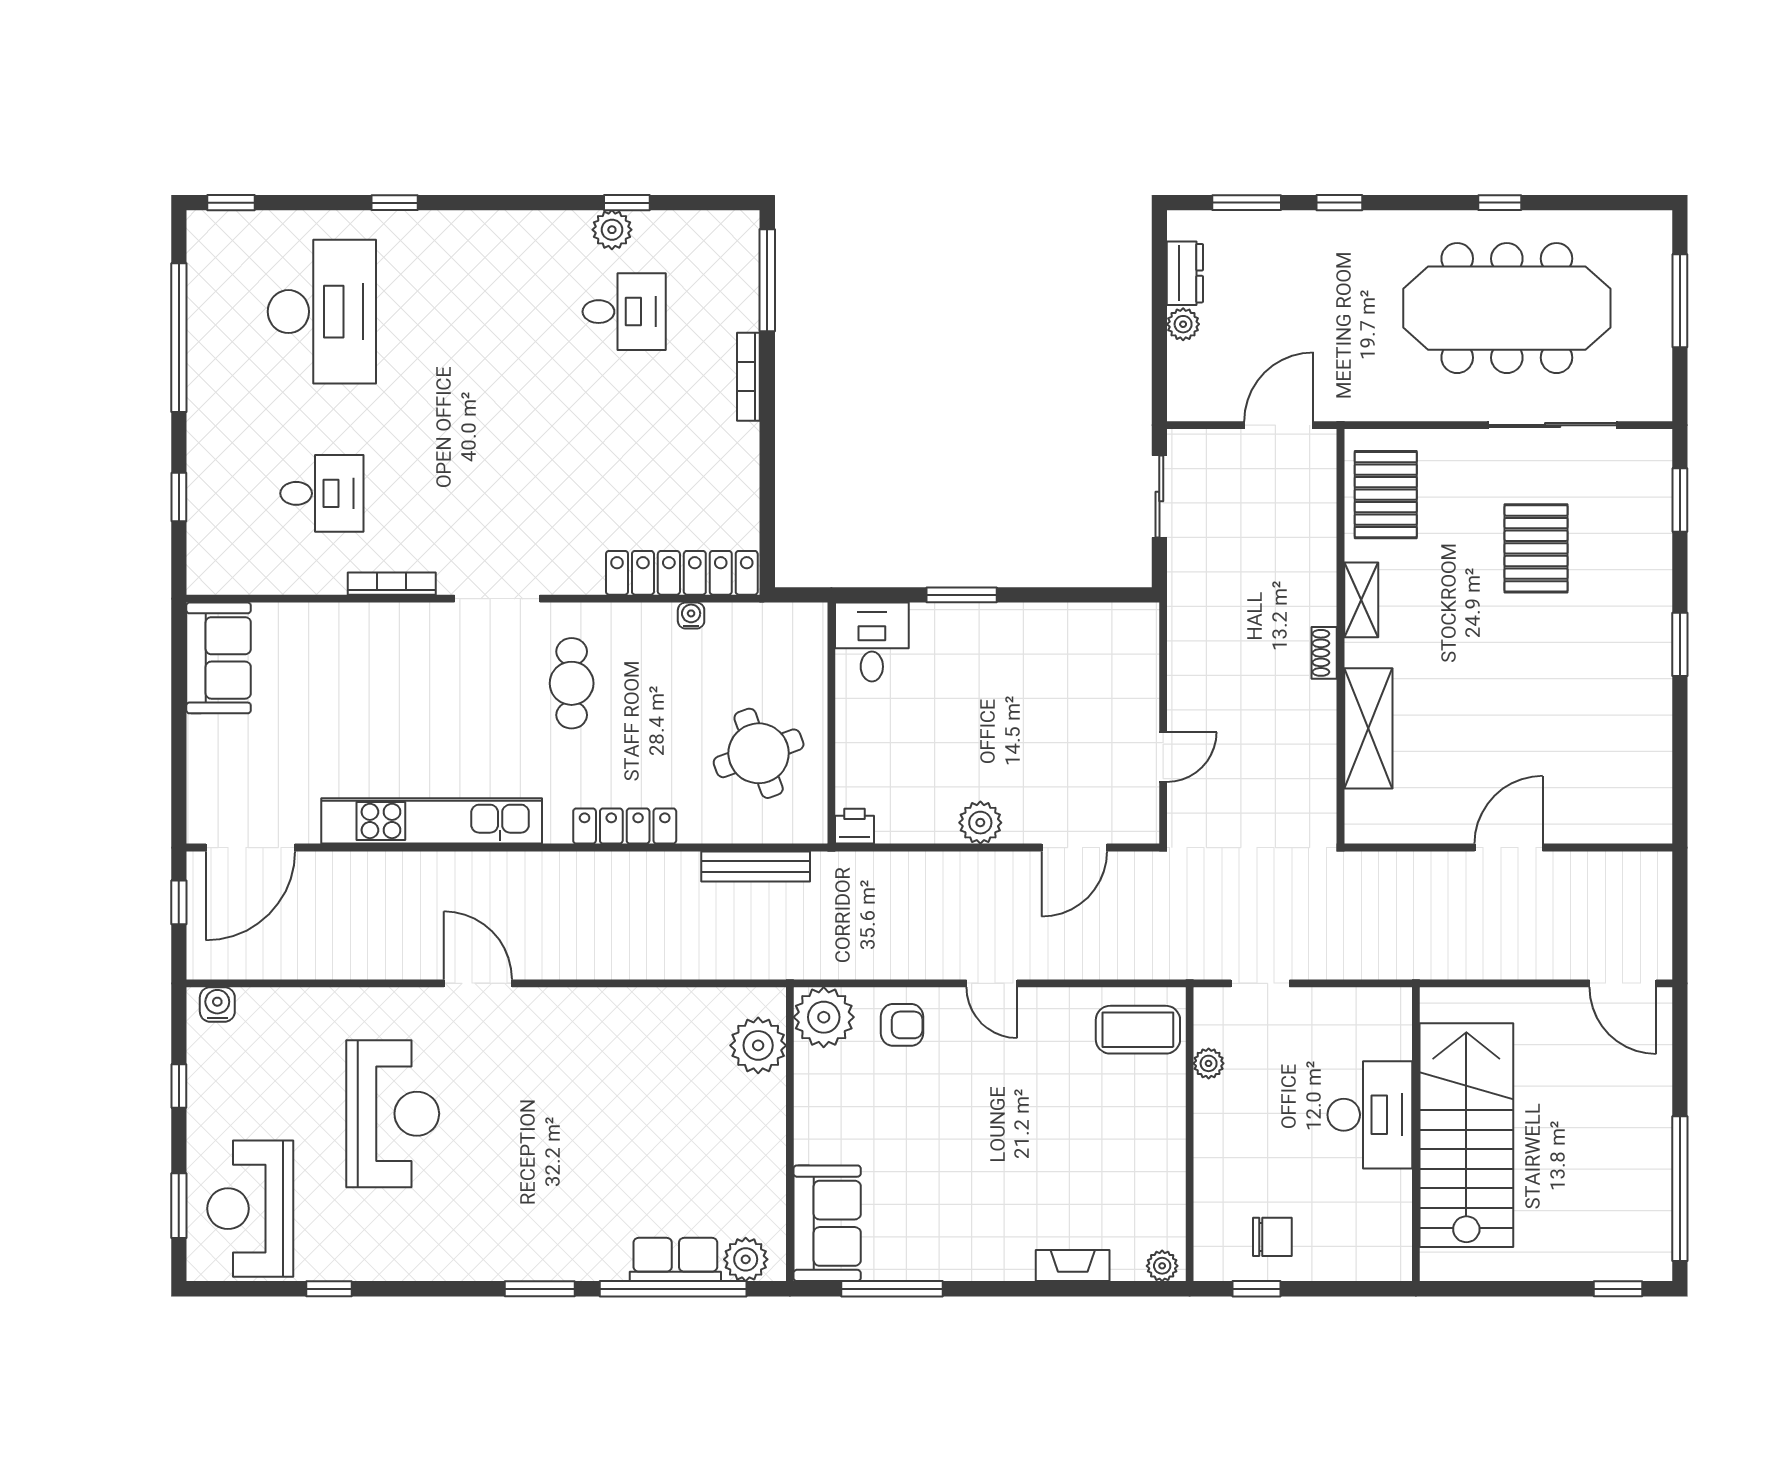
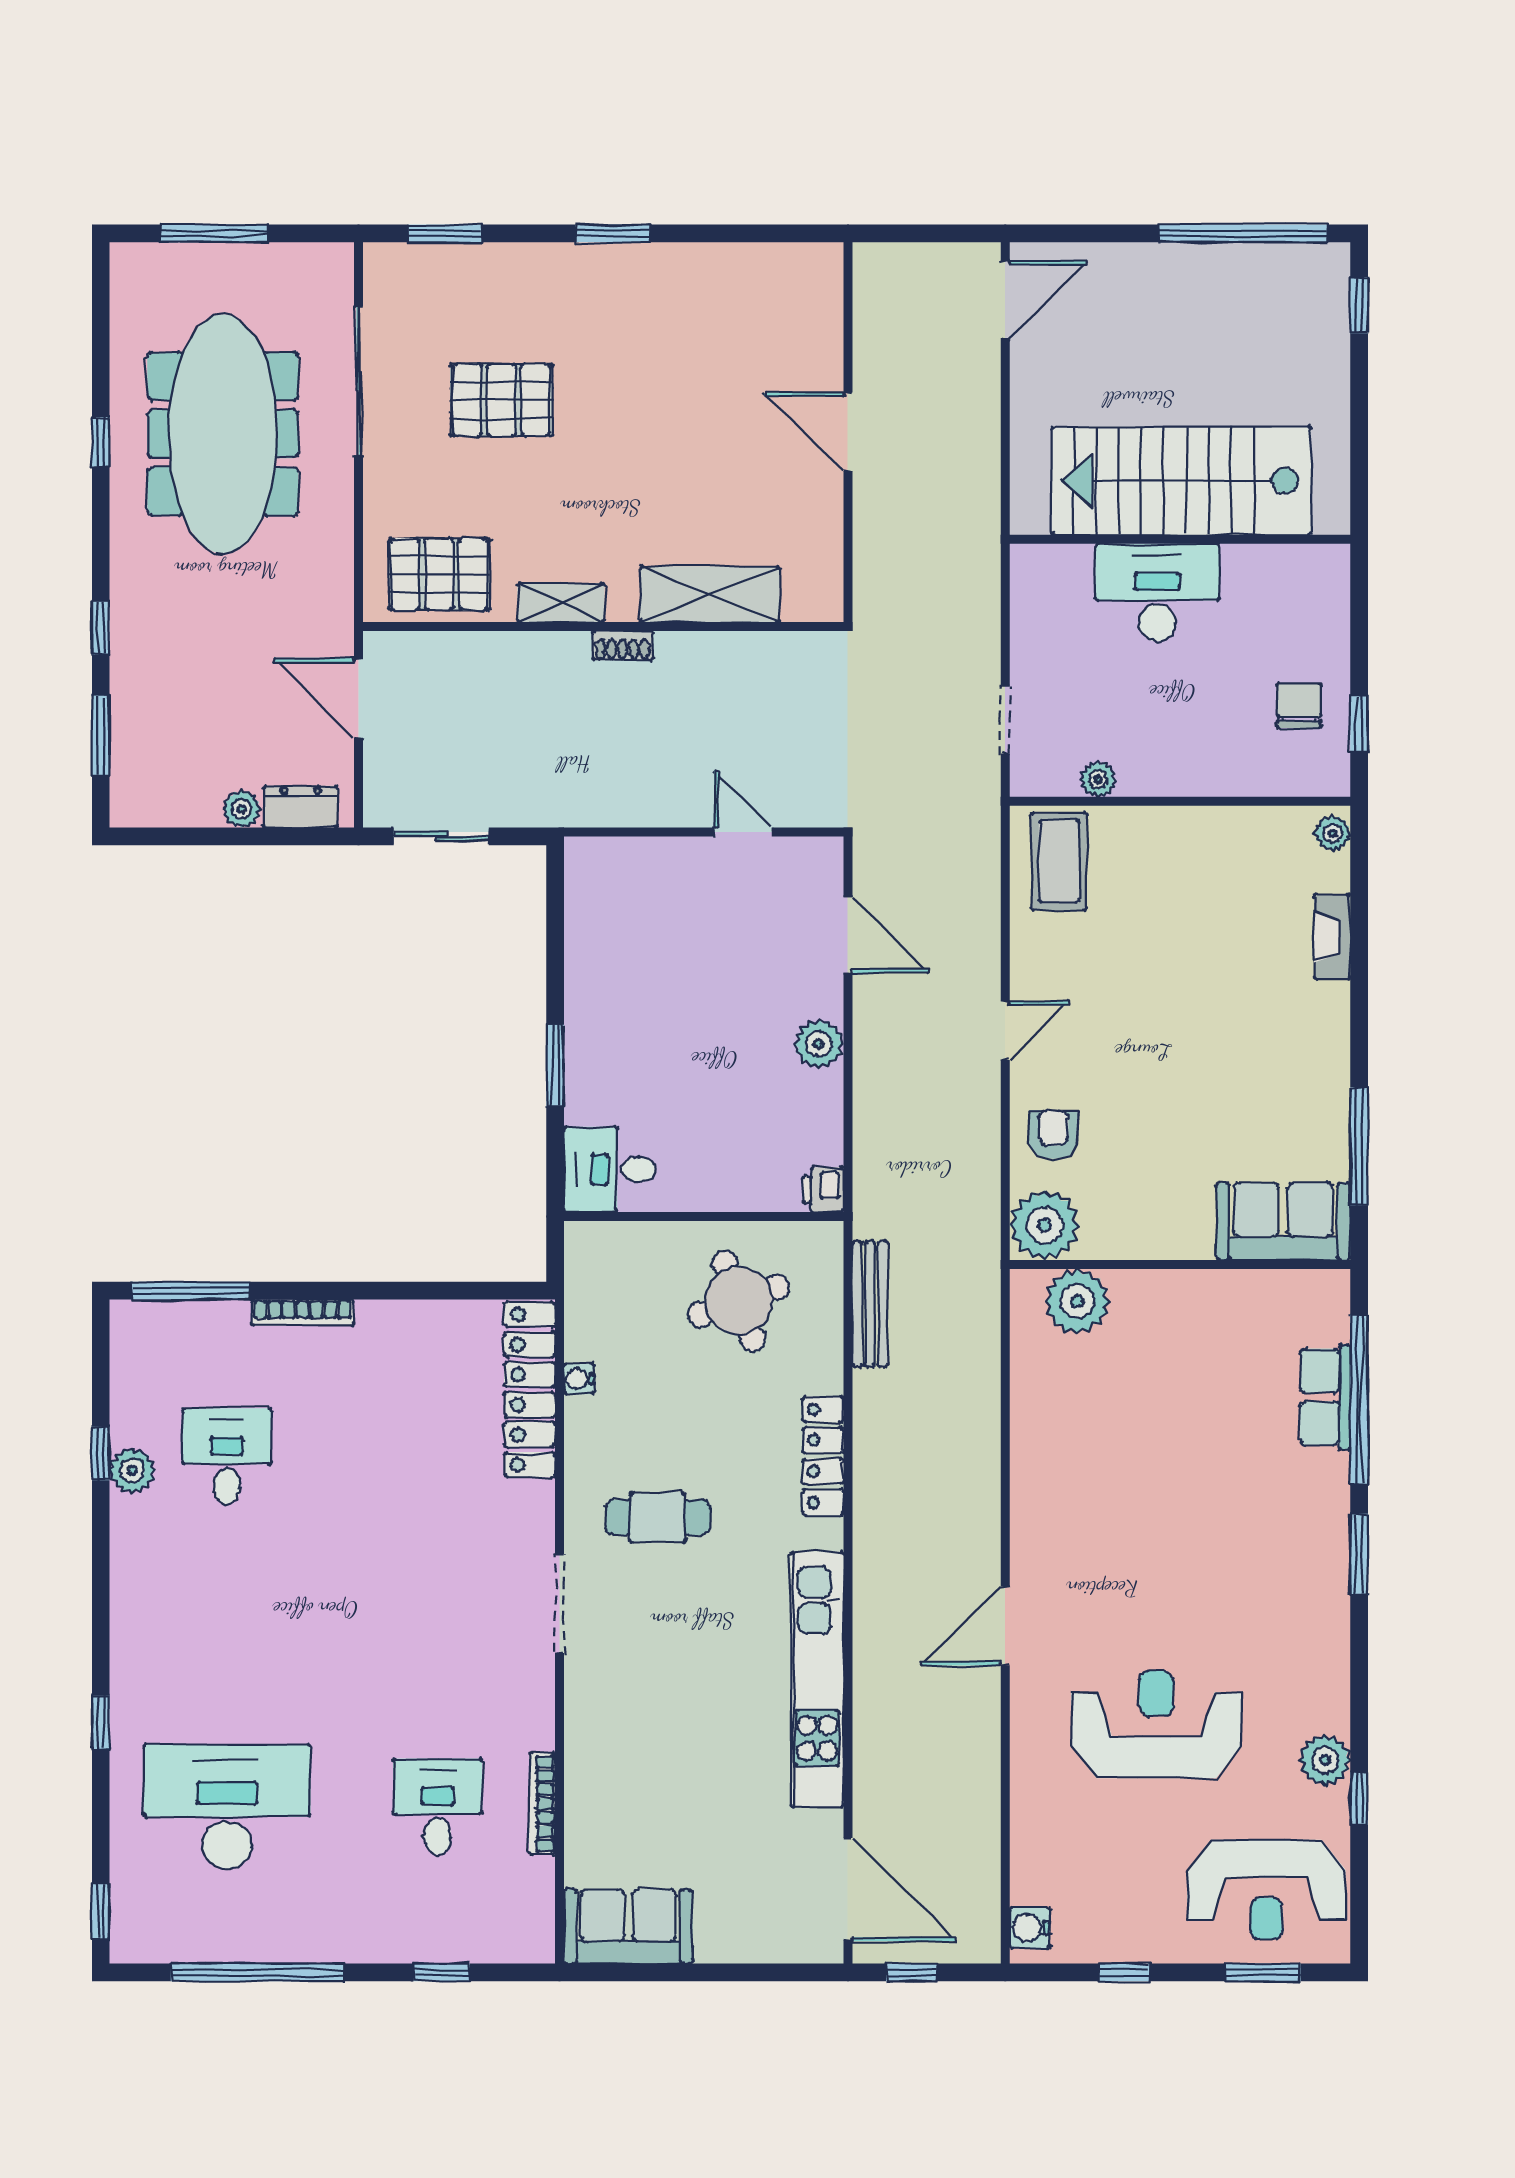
dresser: (1185, 273) -> (301, 807), moved
bookcase: (392, 584) -> (542, 1804), moved
plant: (746, 1259) -> (1325, 1760), moved

